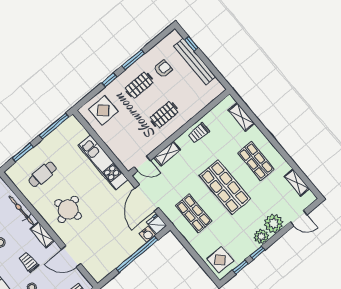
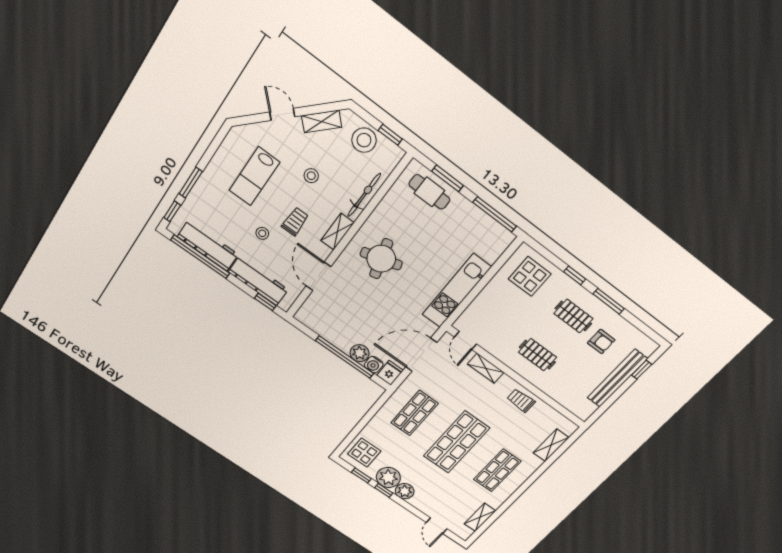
cafe table: (42, 174) -> (429, 192), moved
plant: (274, 223) -> (388, 477), moved
plant: (136, 242) -> (360, 353), added

